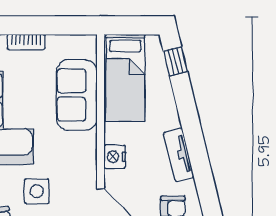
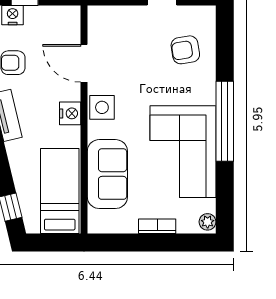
side table: (37, 191) -> (102, 107), moved

